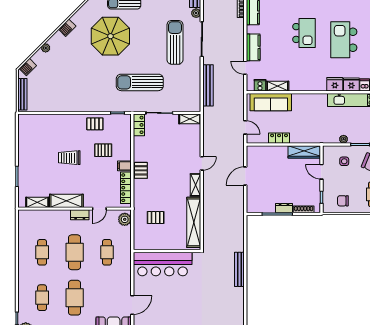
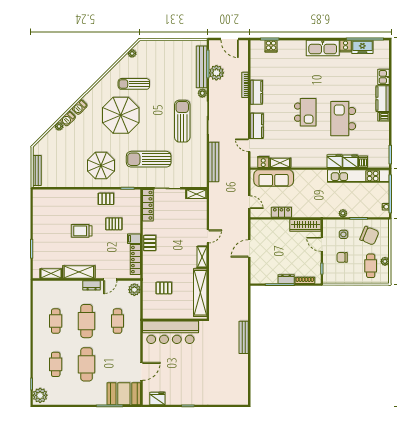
barbecue: (28, 67) -> (68, 119), moved
parasol: (90, 89) -> (101, 166), added
locker: (139, 125) -> (148, 205), width x1.53
chair: (343, 201) -> (342, 257), moved

